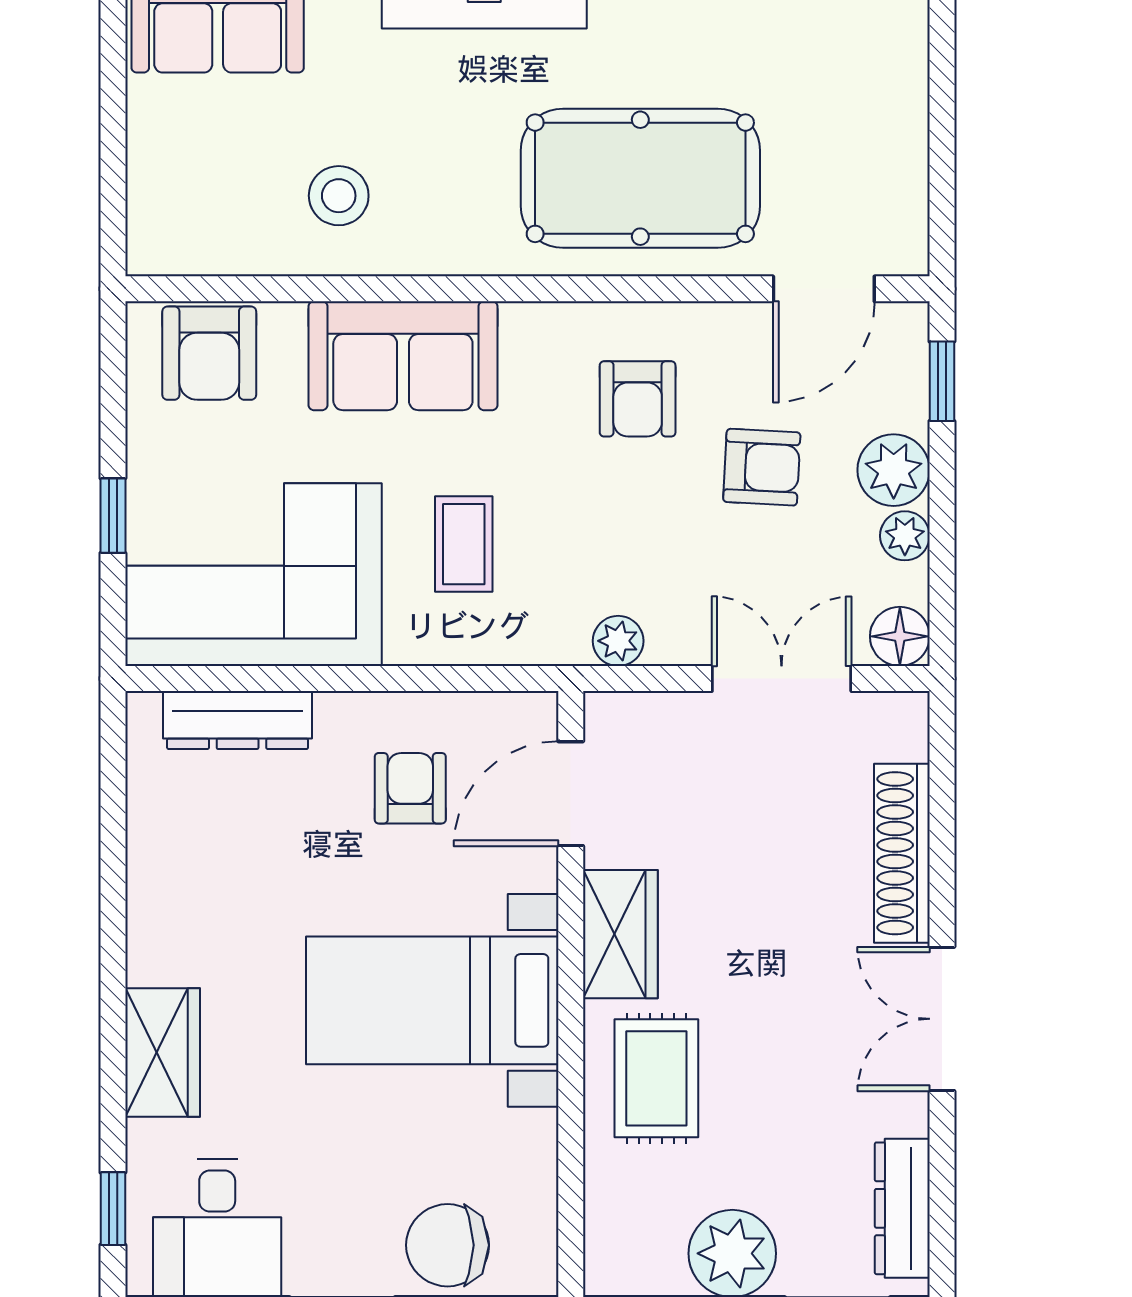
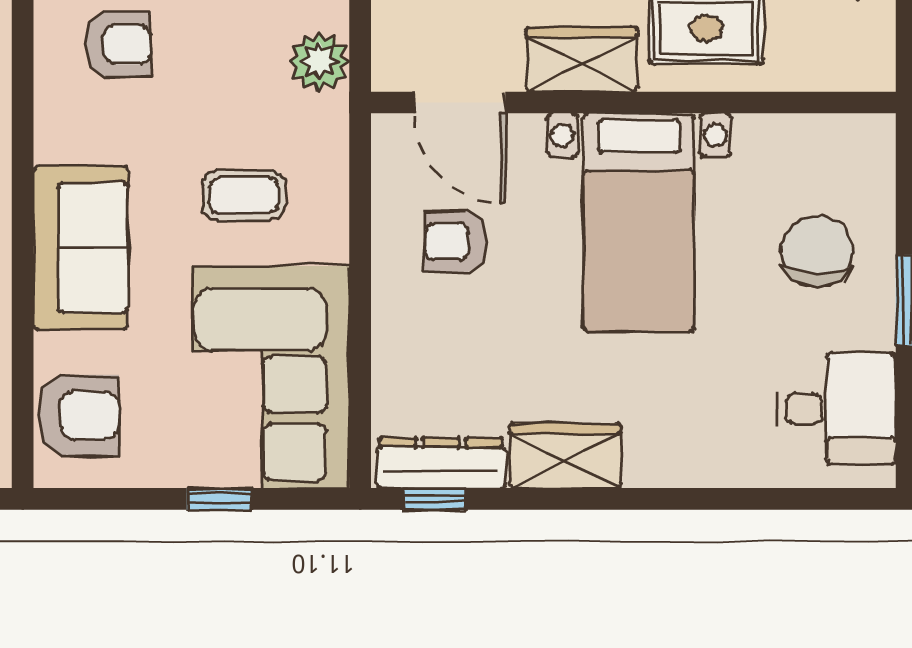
plant: (618, 641) -> (319, 61), width x1.38, depth x1.38
dresser: (238, 720) -> (441, 463), moved, turned -90
wardrobe: (163, 1052) -> (565, 456), moved
window: (113, 1209) -> (434, 499), moved
chair: (448, 1245) -> (817, 251), moved, turned 180

